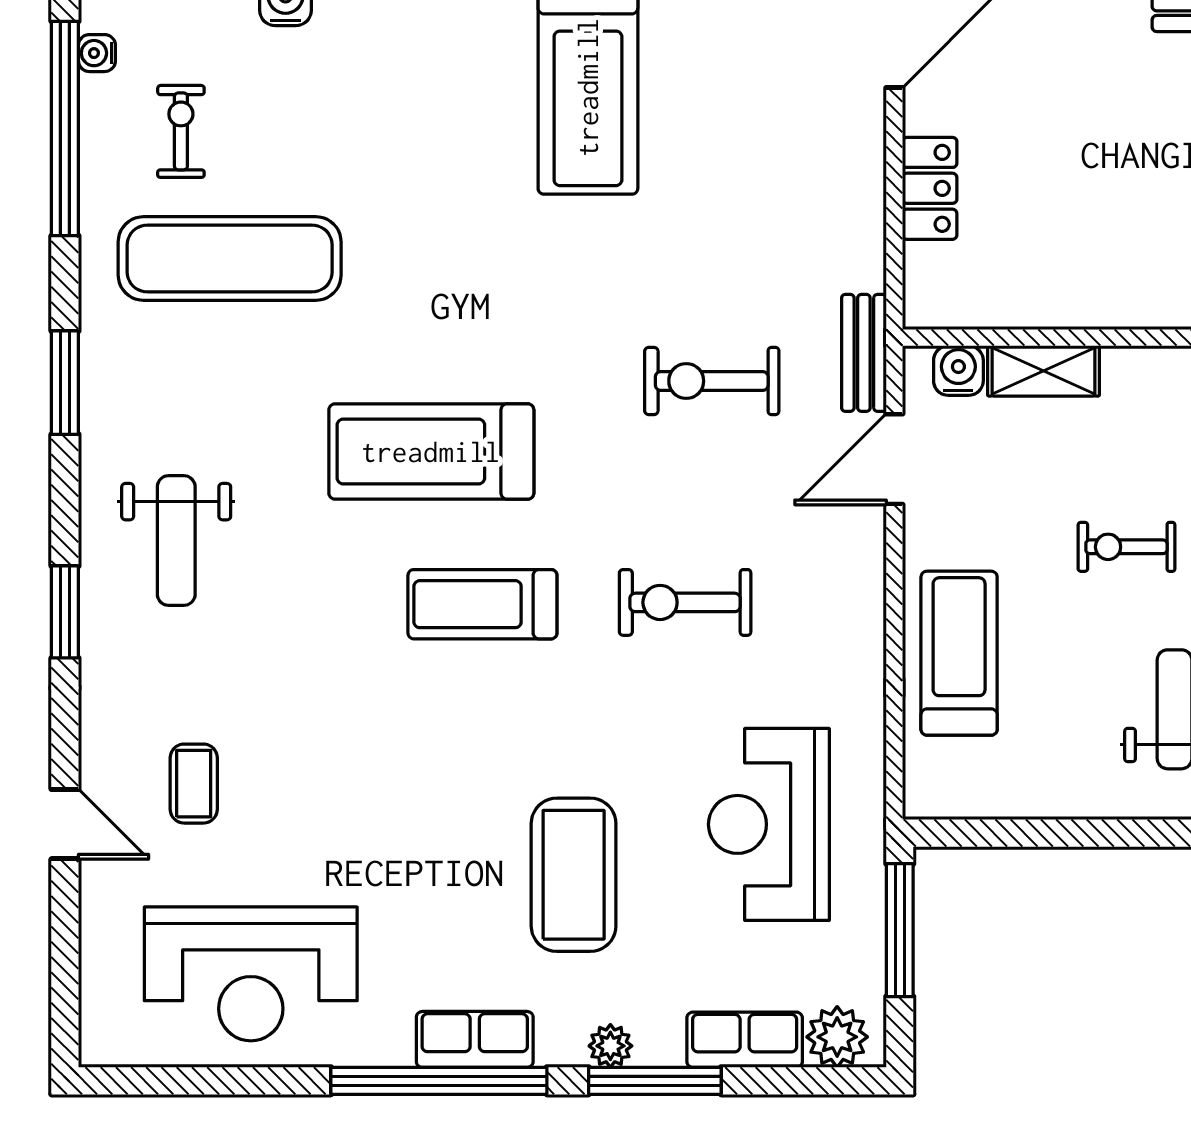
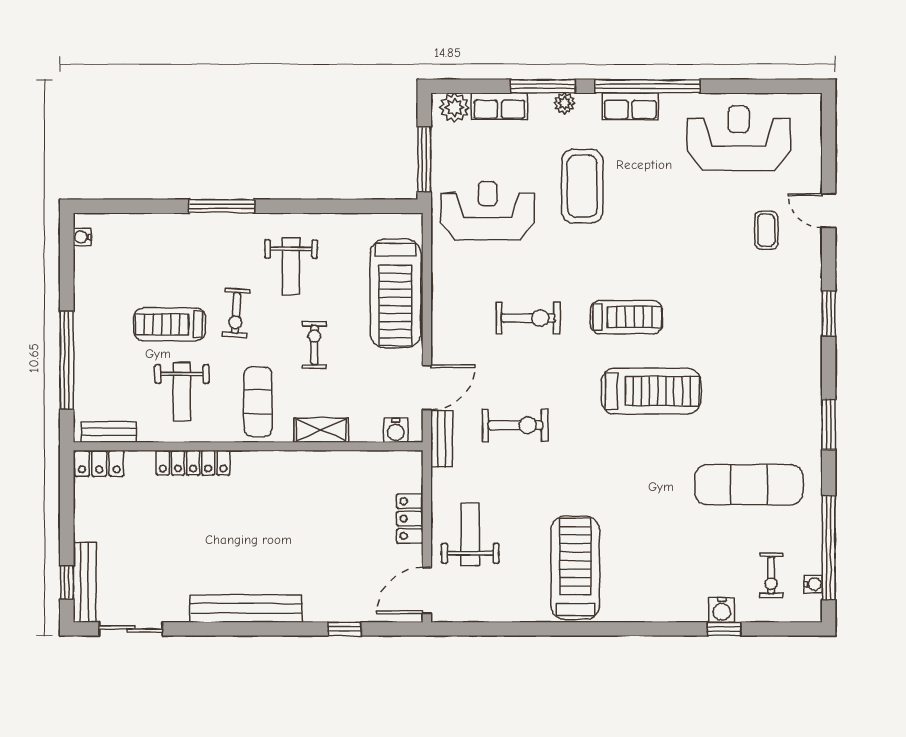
exercise bike: (181, 131) -> (771, 575), moved
shelving: (1043, 371) -> (321, 430), moved
weight bench: (176, 541) -> (470, 534), moved
exercise bike: (1126, 547) -> (314, 345), turned -90
treadmill: (959, 653) -> (395, 293), width x1.37, depth x1.38
reception desk: (769, 824) -> (488, 210), turned -90

